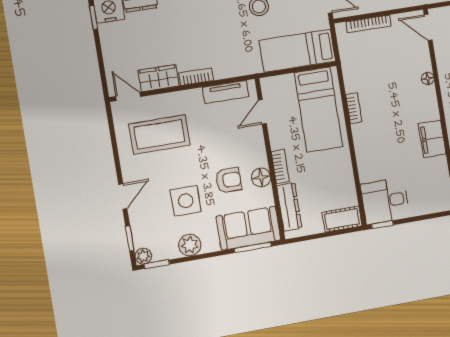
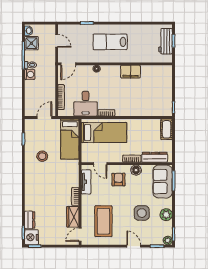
armchair: (229, 180) -> (118, 180), moved
desk: (385, 201) -> (86, 104), moved

